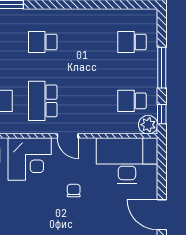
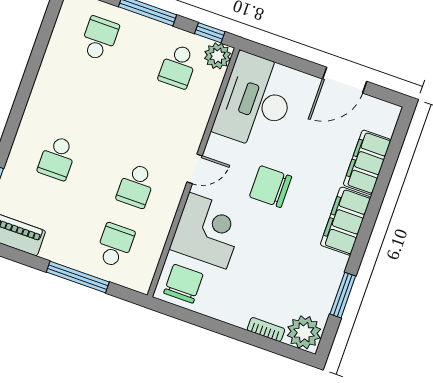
school desk: (132, 42) -> (99, 39), turned 180
school desk: (43, 101) -> (136, 186), width x0.54
chair: (74, 191) -> (271, 187), width x1.87, depth x1.87

